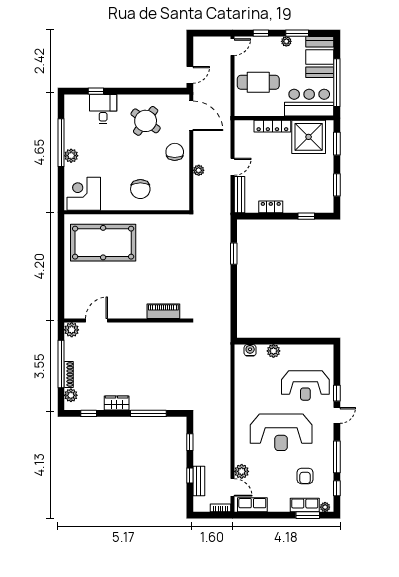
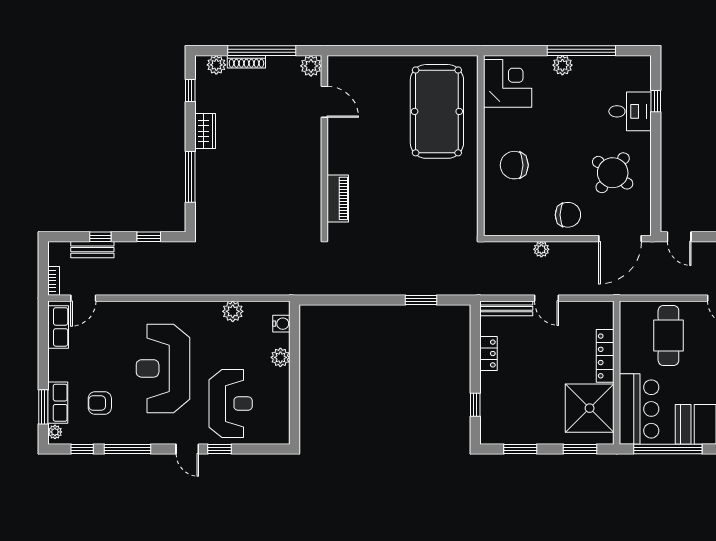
reception desk: (305, 385) -> (231, 404), turned 180
plant: (242, 471) -> (233, 311), moved

